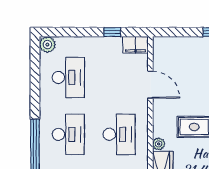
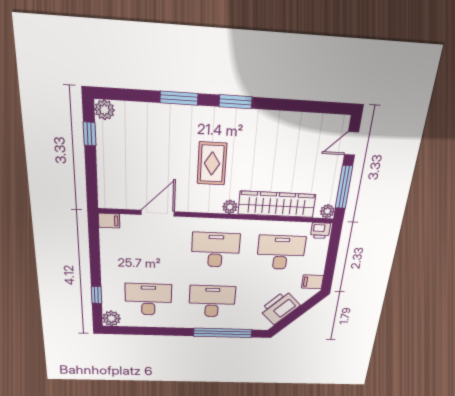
window: (112, 32) -> (96, 295), moved
filing cabinet: (135, 45) -> (109, 221), width x0.50

